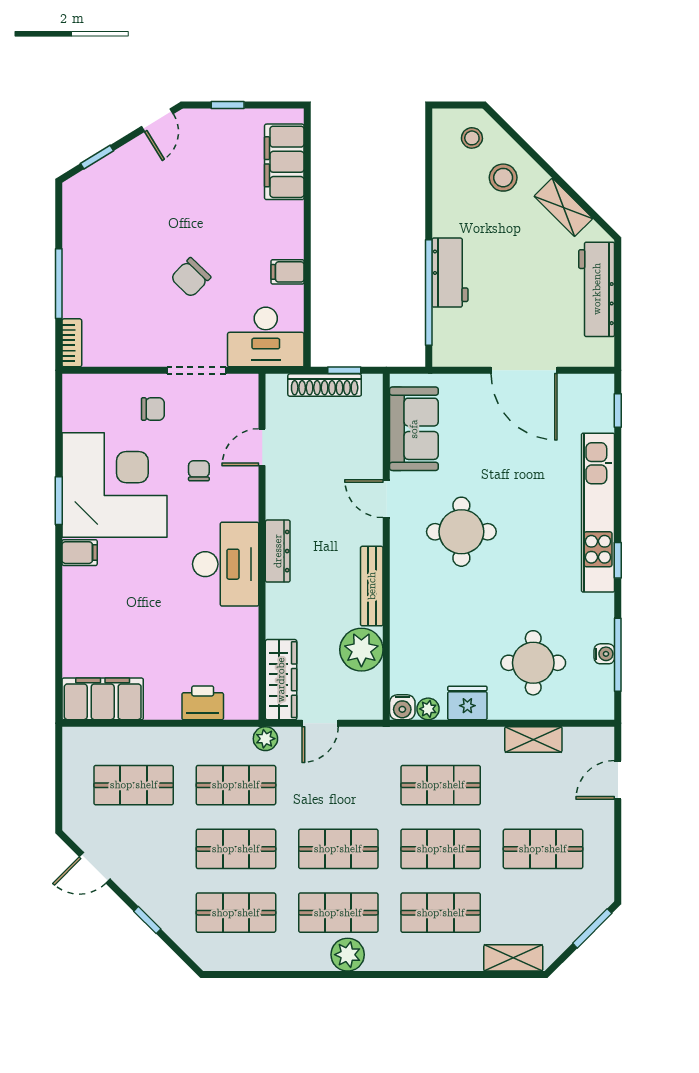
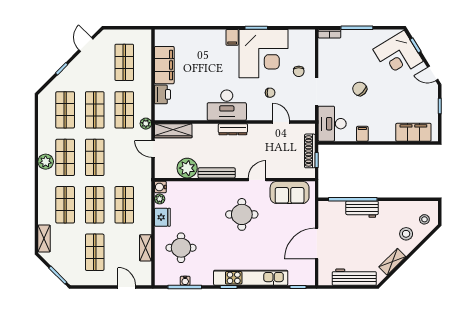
corner desk: (118, 195) -> (398, 55), added
filing cabinet: (103, 699) -> (164, 65), moved

